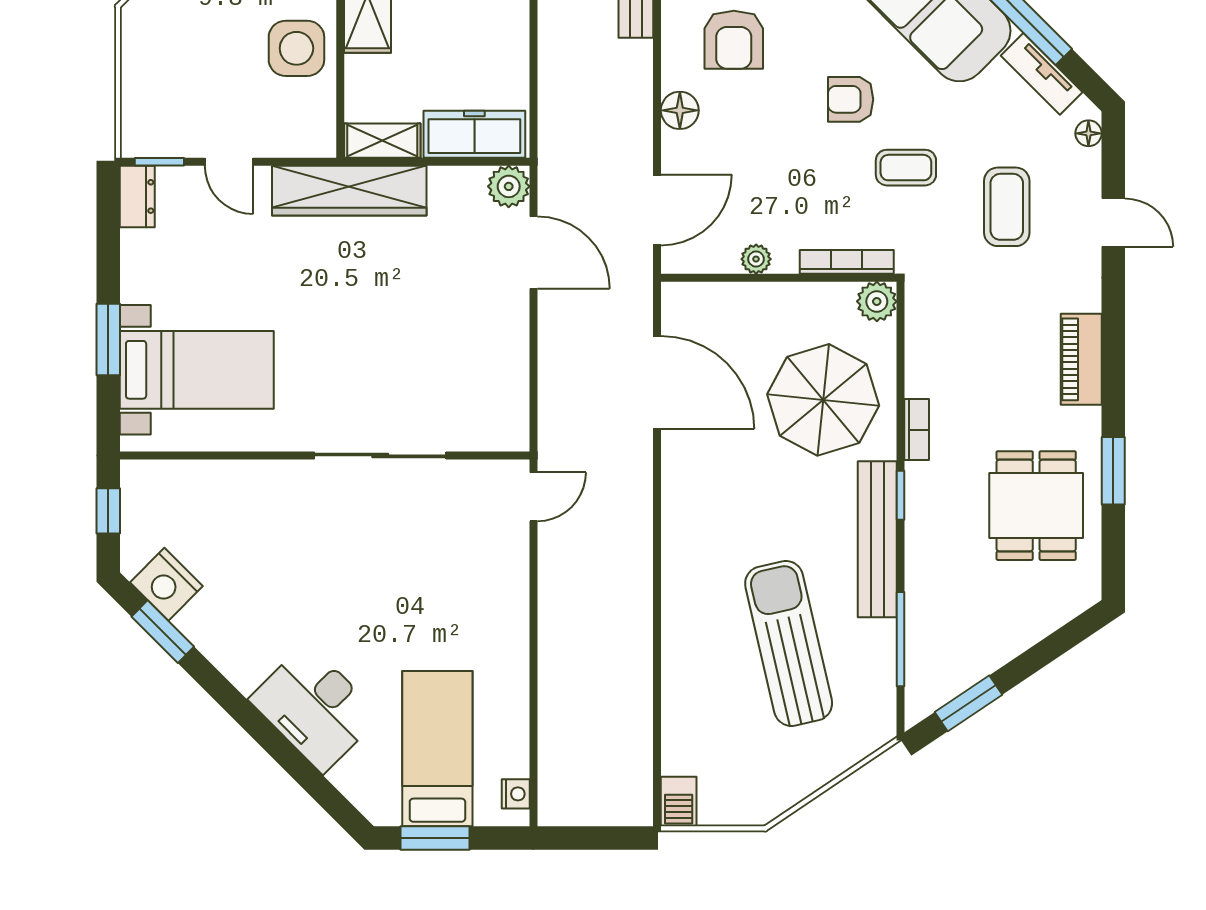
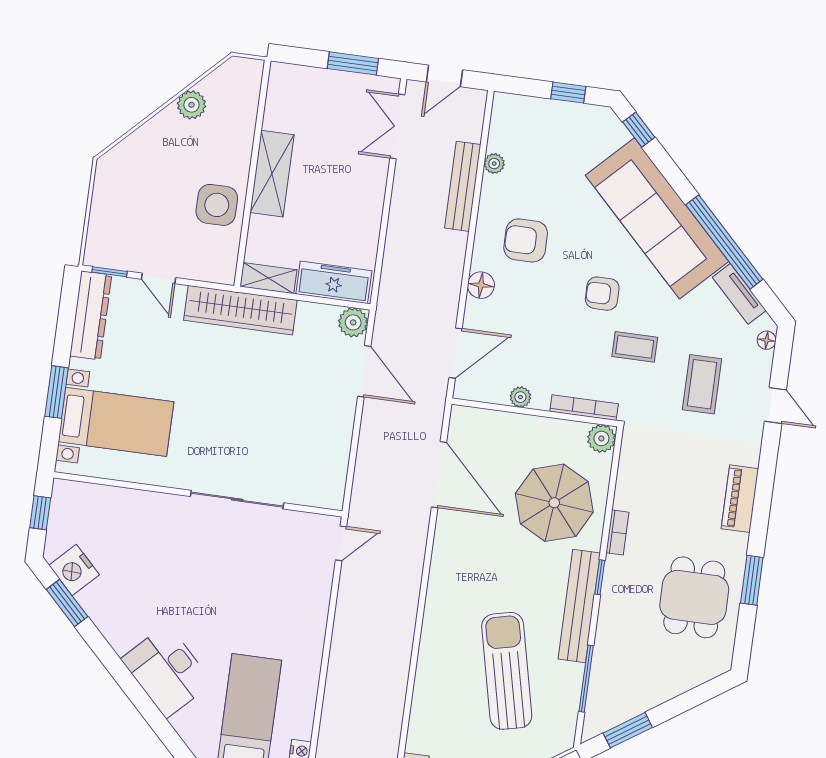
armchair: (734, 40) -> (526, 240), turned 90
dresser: (137, 196) -> (91, 315), width x1.96, depth x1.24

